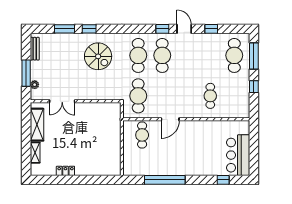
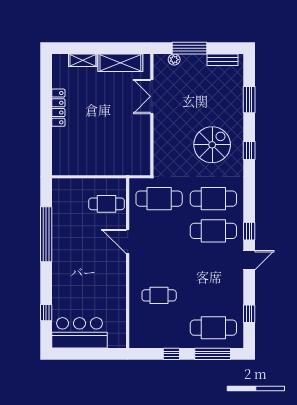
window: (89, 29) -> (249, 151), moved
window: (211, 29) -> (249, 314), moved
spiral stairs: (98, 56) -> (212, 145), turned 180
locker: (65, 171) -> (58, 108), width x1.53

